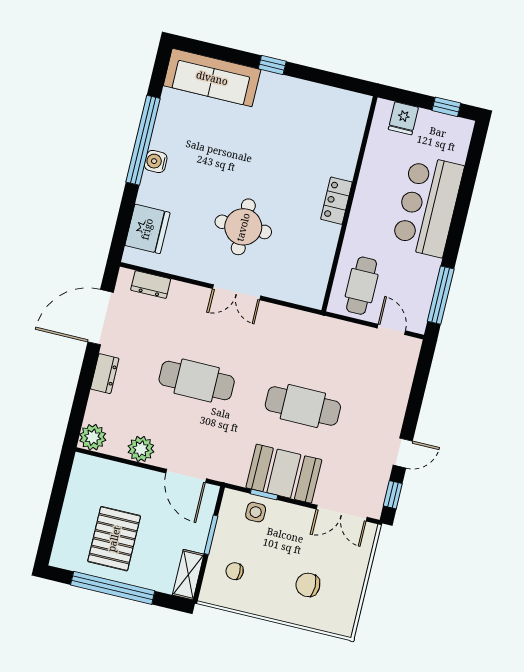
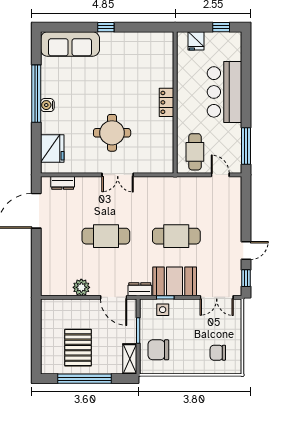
dresser: (105, 374) -> (140, 289), moved, turned -90
plant: (93, 437) -> (49, 287), removed
chair: (235, 571) -> (158, 350), width x1.87, depth x1.87
chair: (308, 585) -> (218, 353), moved

